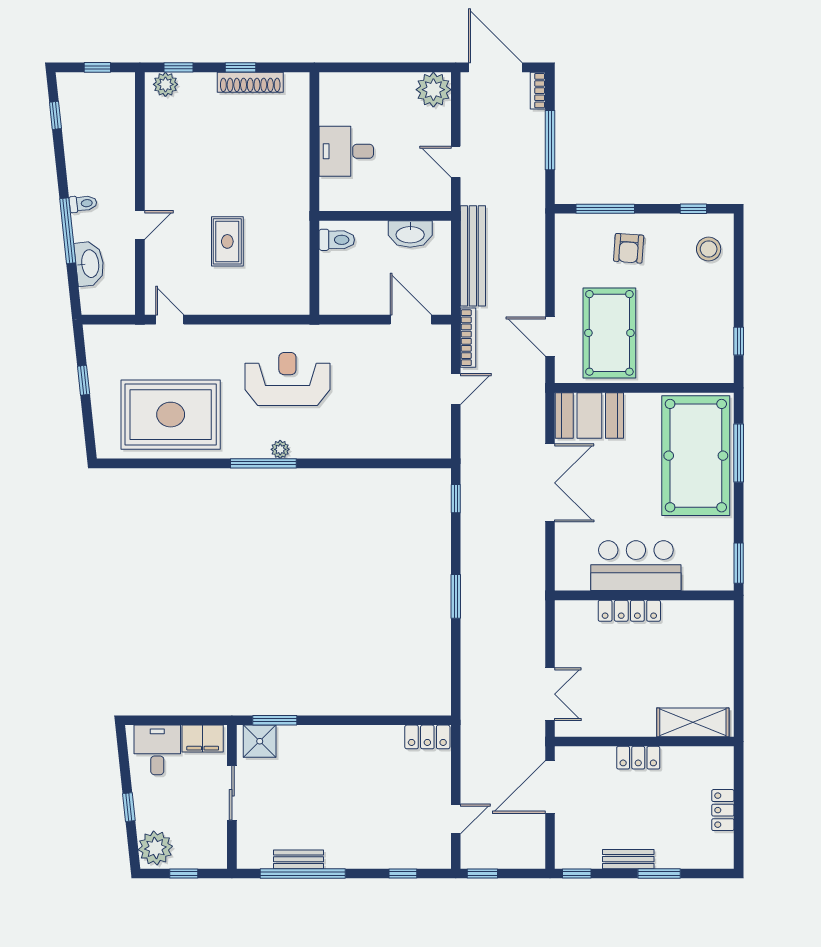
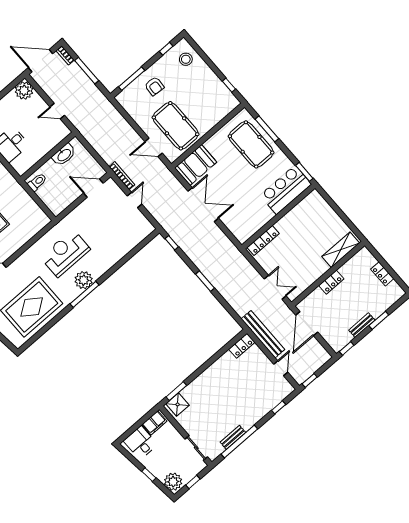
bench: (473, 256) -> (263, 334), moved
plant: (280, 449) -> (84, 280), width x1.88, depth x1.88
pool table: (696, 456) -> (251, 144), width x0.73, depth x0.76
bar counter: (636, 566) -> (286, 190), moved
locker: (629, 611) -> (263, 241), moved
sliding door: (232, 793) -> (196, 448), moved

